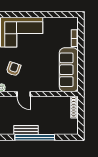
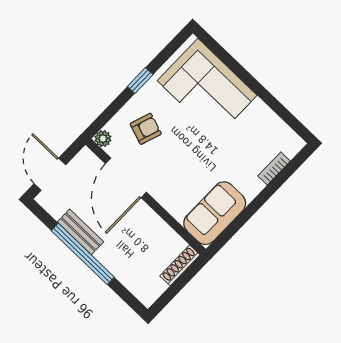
sofa: (69, 70) -> (215, 213), width x0.73
door: (24, 94) -> (126, 178), width x1.88

